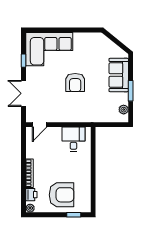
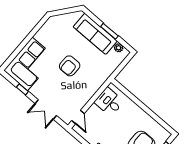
sofa: (119, 75) -> (95, 34), width x1.36
armchair: (75, 83) -> (70, 66), turned 90

